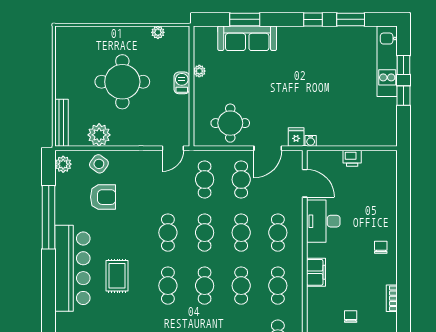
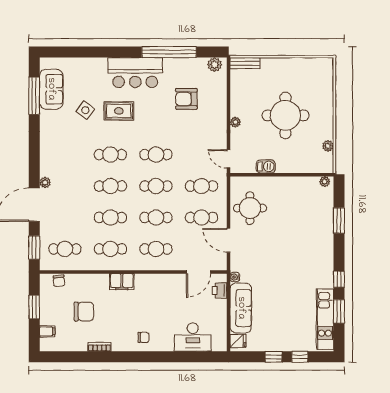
sofa: (247, 38) -> (241, 308), moved, turned 180
kitchen unit: (387, 61) -> (325, 319), moved, turned -90
plant: (199, 71) -> (325, 182), moved
barbecue: (182, 83) -> (266, 166), moved
bench: (61, 123) -> (245, 63), width x0.73
plant: (99, 135) -> (235, 122), moved, width x0.53, depth x0.53
fridge: (296, 137) -> (238, 341), moved
printer: (352, 158) -> (220, 290), moved
side table: (99, 164) -> (85, 110), moved
armchair: (103, 197) -> (186, 99), turned 90
desk: (323, 221) -> (193, 337), moved, turned 180
bar counter: (72, 268) -> (135, 73), width x0.73
chair: (351, 316) -> (84, 312), width x1.87, depth x1.87

